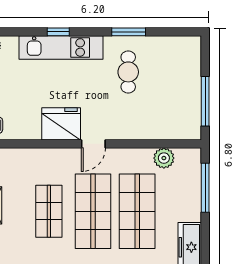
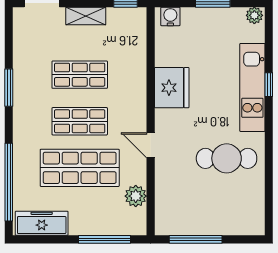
window: (129, 32) -> (269, 159), removed
cafe table: (128, 72) -> (227, 158), width x1.37, depth x1.35
door: (93, 144) -> (151, 145), moved
shop shelf: (93, 211) -> (80, 121), width x0.70, depth x0.74

